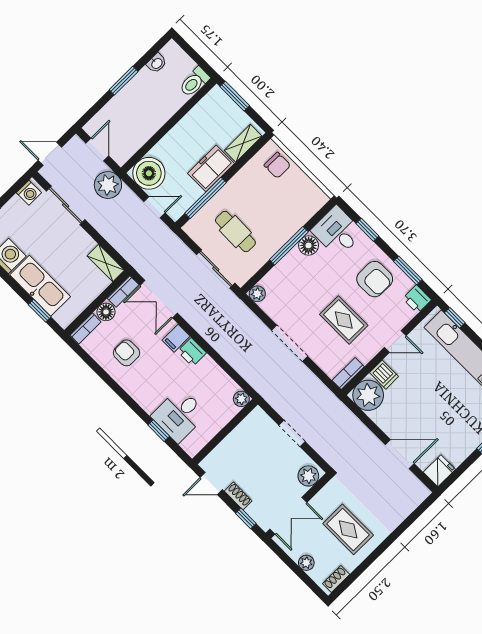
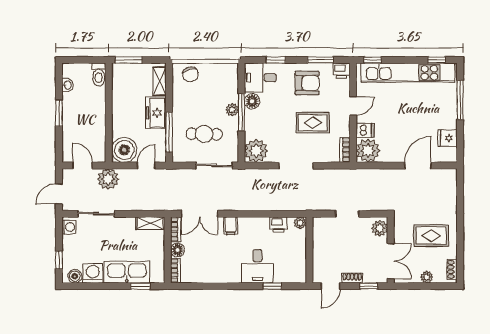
chair: (277, 165) -> (190, 74), turned 75
plant: (283, 235) -> (232, 110), added
plant: (257, 294) -> (256, 151), width x1.87, depth x1.87
printer: (192, 352) -> (278, 225), moved
armchair: (126, 353) -> (211, 261), removed
desk: (179, 415) -> (257, 266), moved
fridge: (439, 471) -> (447, 138), moved, turned -90

